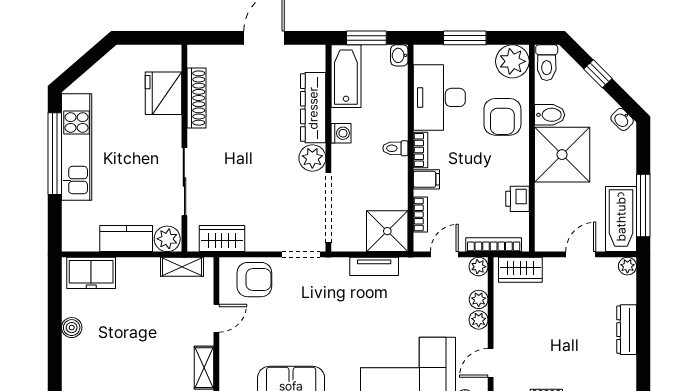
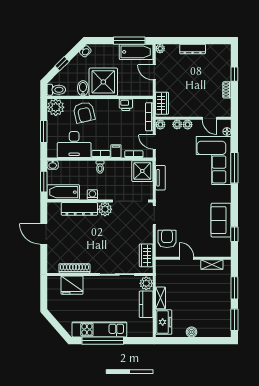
armchair: (502, 117) -> (84, 112), turned 77
shelving: (182, 267) -> (161, 298), moved

